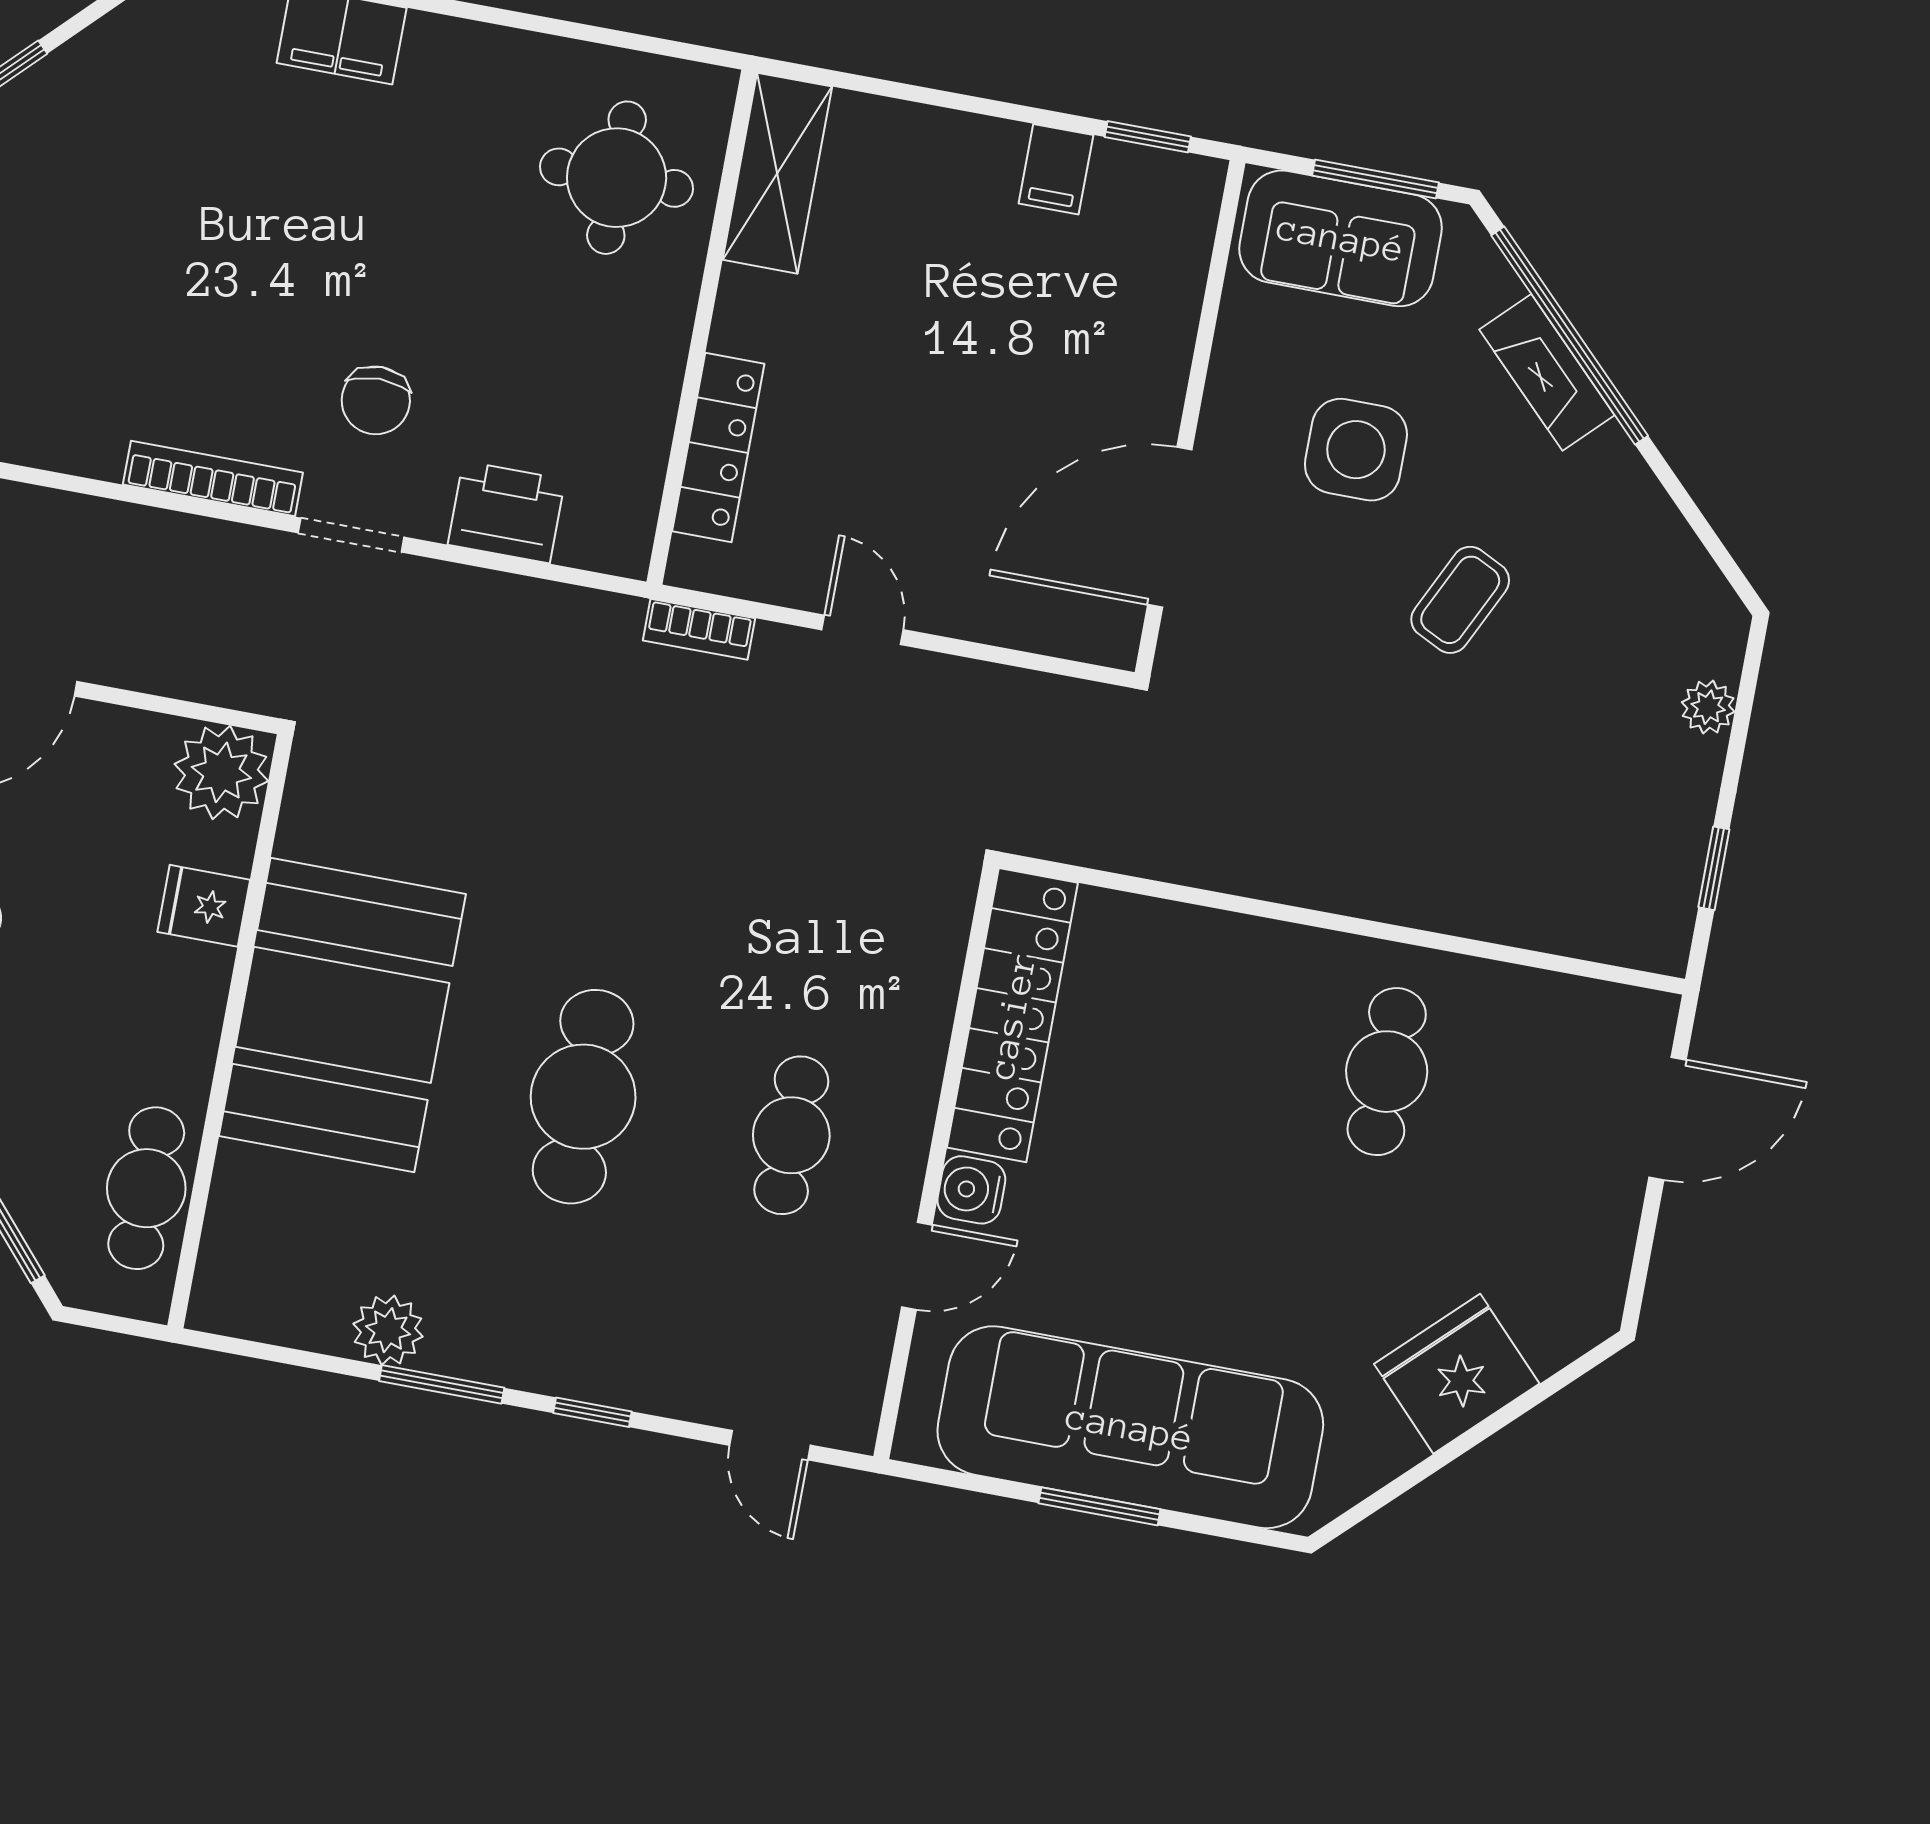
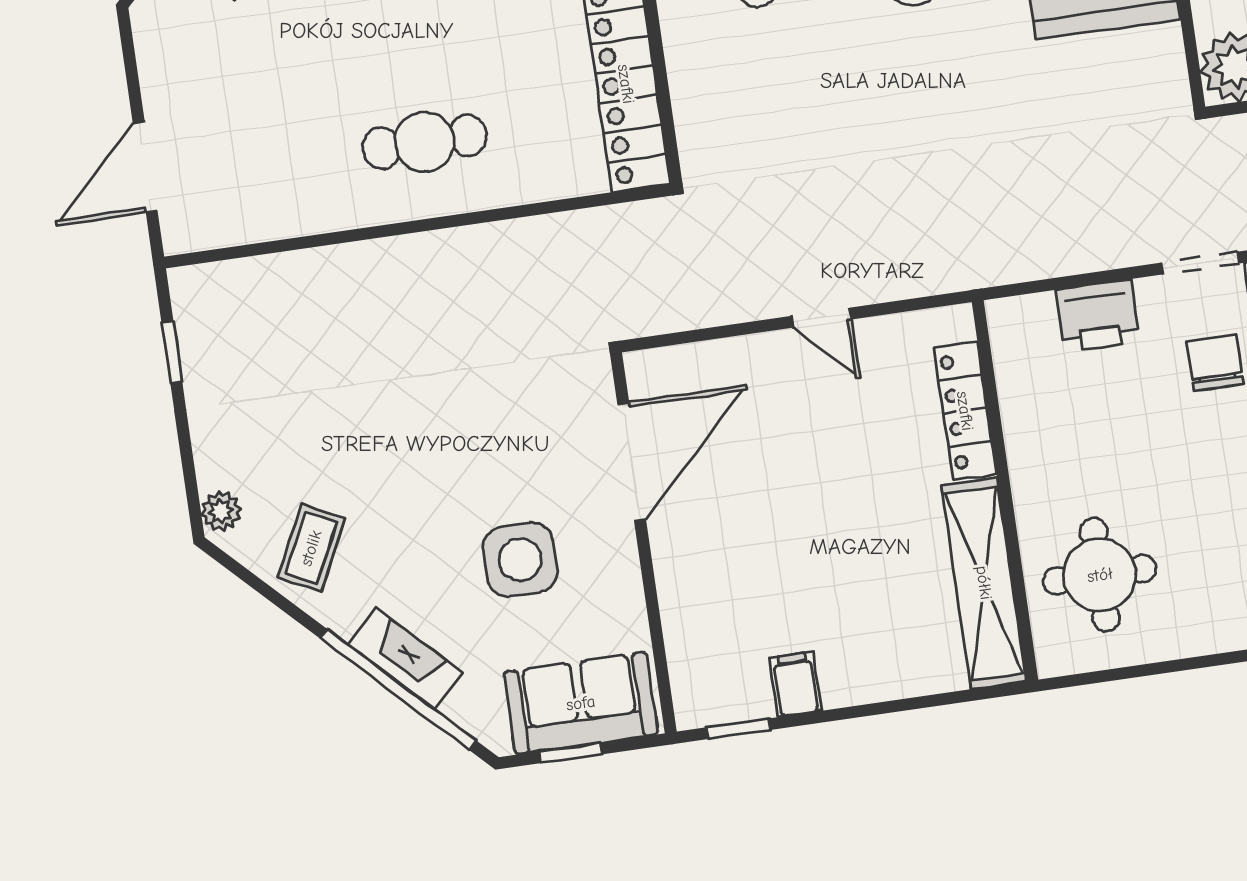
shelving: (777, 173) -> (984, 583), width x1.47
window: (1375, 179) -> (570, 753), width x0.67
coffee table: (1460, 600) -> (311, 548), moved
bookcase: (699, 629) -> (936, 279), removed
plant: (1708, 707) -> (221, 511), moved
cafe table: (1387, 1072) -> (425, 142), moved, turned 90

